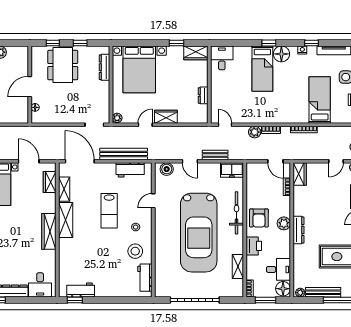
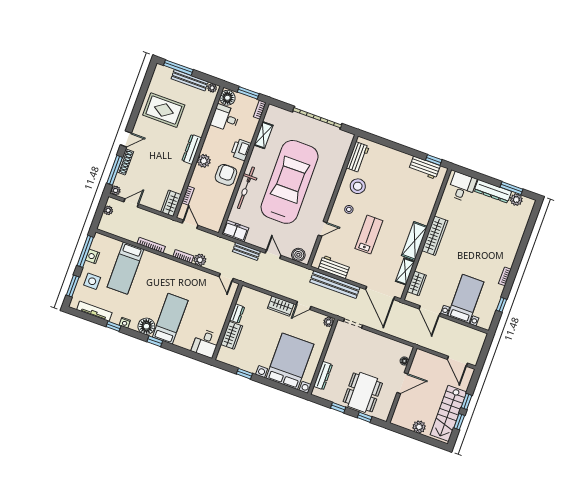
wardrobe: (196, 53) -> (232, 335), moved, turned 90

